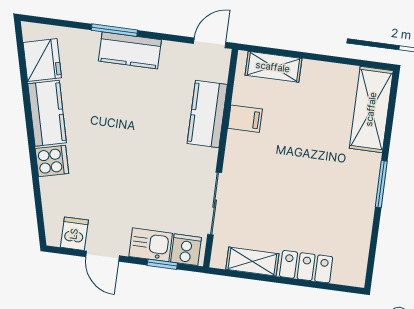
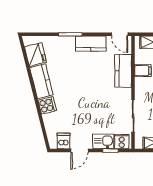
door: (210, 43) -> (120, 34), swing flipped
kitchen counter: (130, 50) -> (91, 44), moved
door: (102, 256) -> (79, 151), hinge flipped

